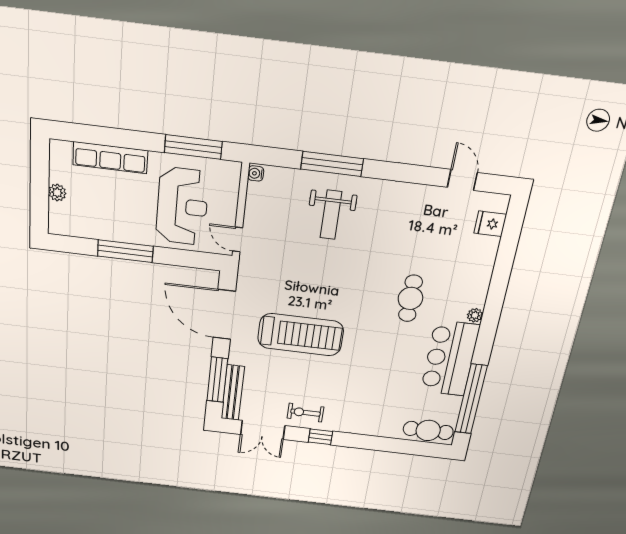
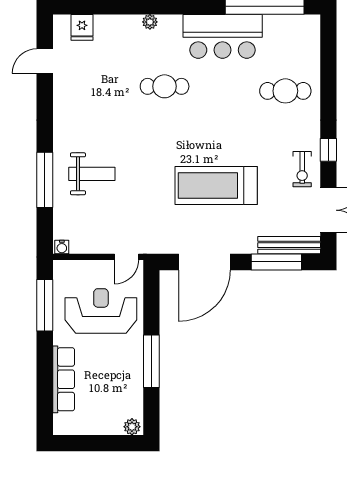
plant: (57, 193) -> (132, 427), moved
plant: (475, 315) -> (150, 22), moved
treadmill: (301, 335) -> (216, 186), turned -90
cafe table: (428, 430) -> (285, 91), moved, turned 90

